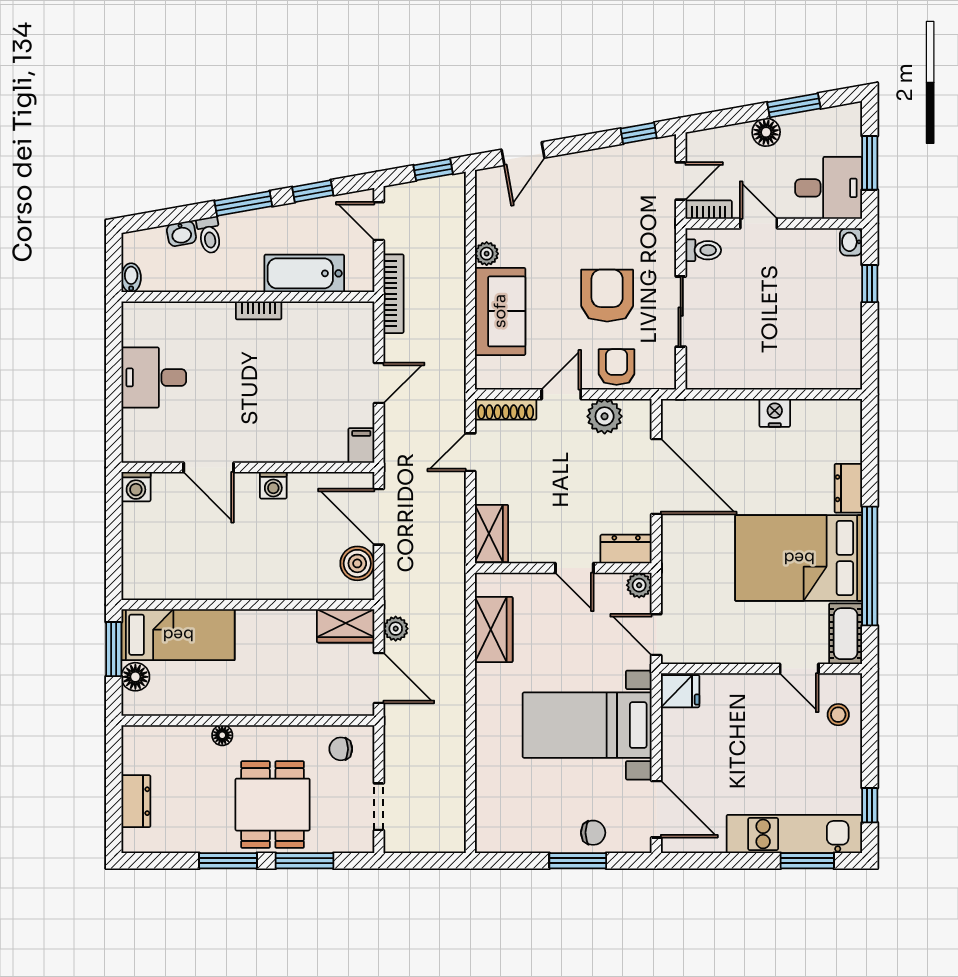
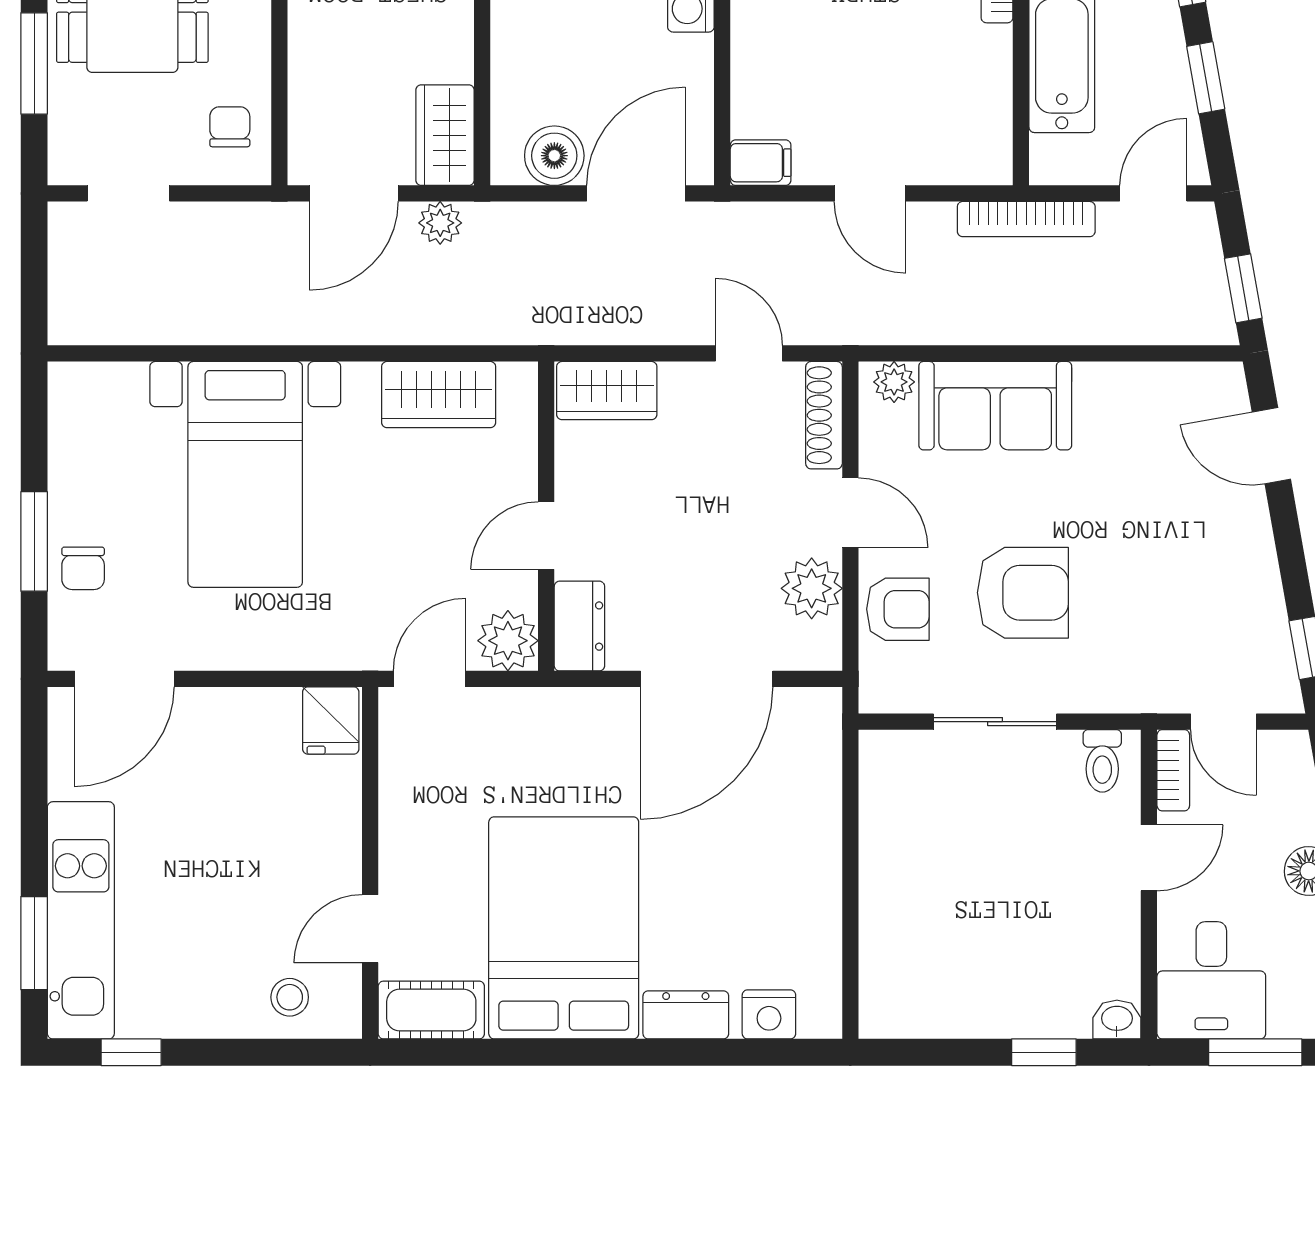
plant: (487, 254) -> (894, 382), moved
nightstand: (775, 413) -> (769, 1014), moved, turned 90
window: (870, 566) -> (550, 1052), removed
plant: (639, 585) -> (508, 641), width x1.38, depth x1.38
bed with nightstands: (587, 725) -> (245, 474), moved, turned 180

